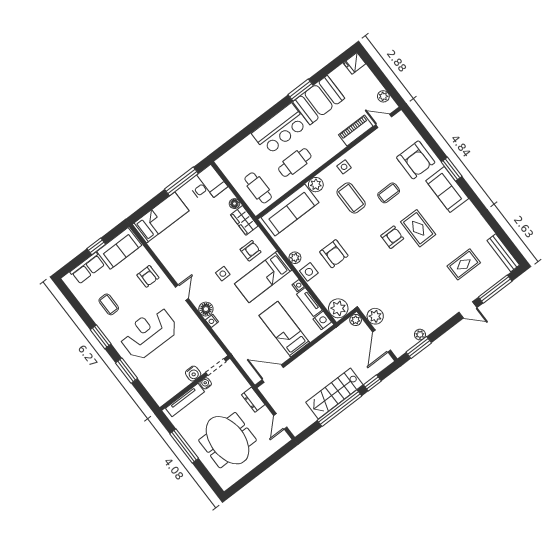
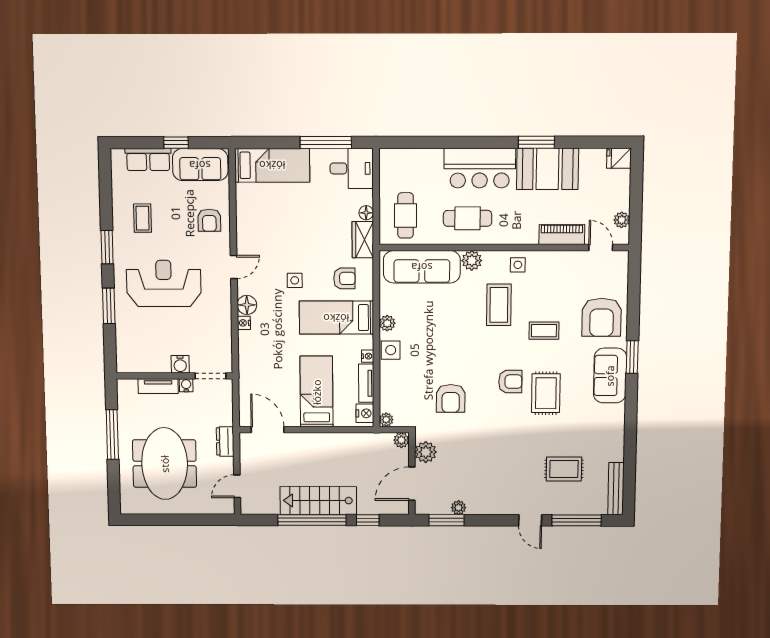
armchair: (334, 254) -> (451, 398), moved
plant: (338, 308) -> (386, 420), width x0.53, depth x0.53
tv unit: (185, 400) -> (158, 386), width x0.71

